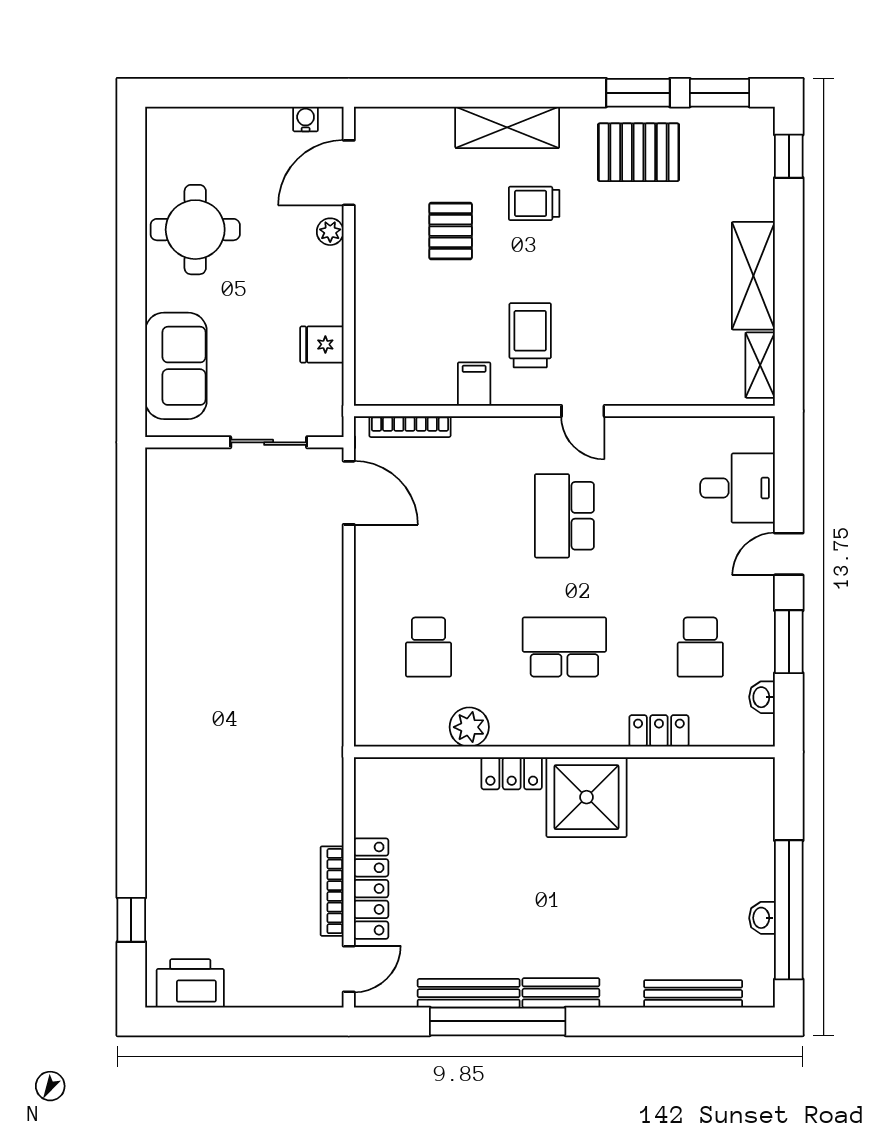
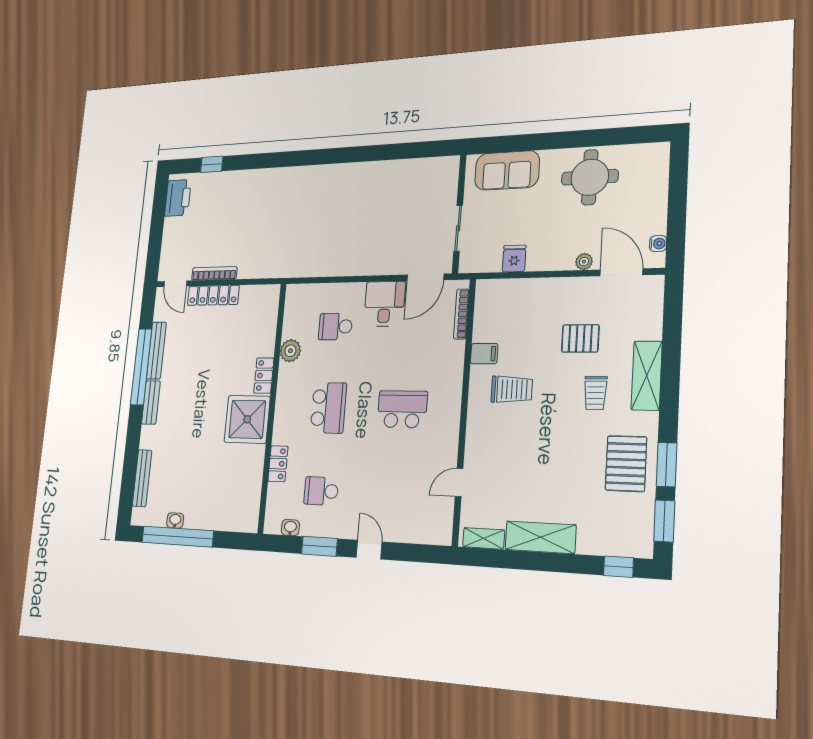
trolley: (534, 203) -> (595, 393), turned 180
door: (583, 411) -> (459, 482), moved
desk: (738, 488) -> (385, 304), moved, turned 180

